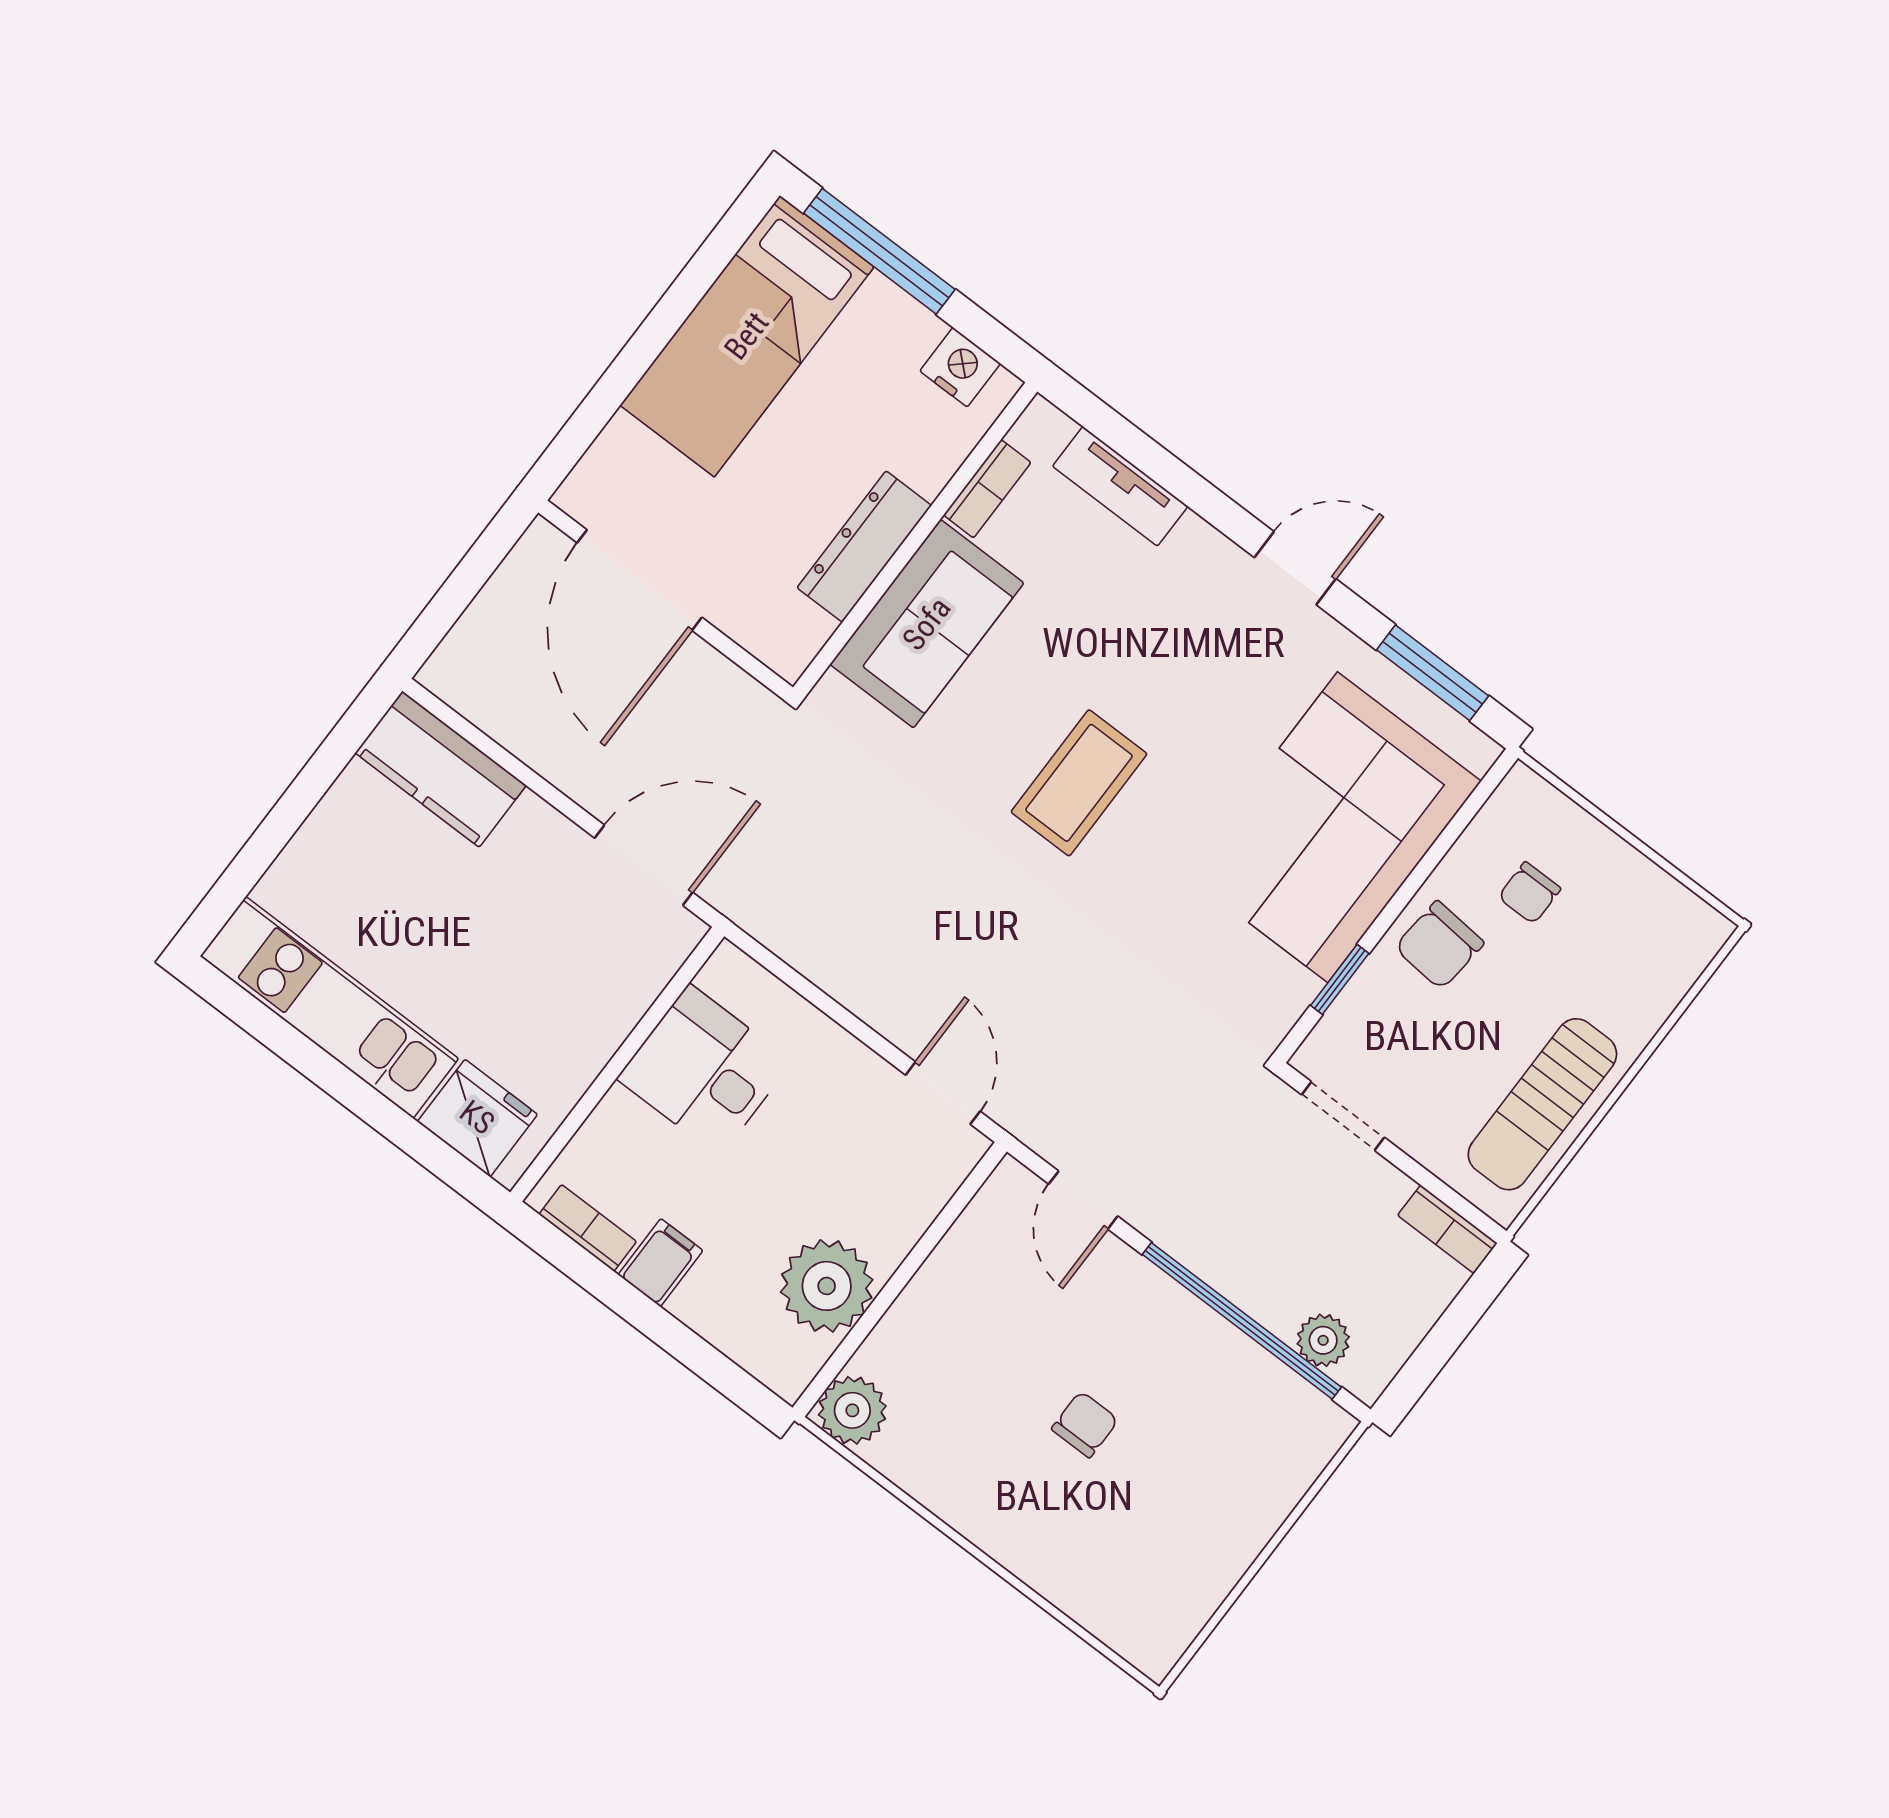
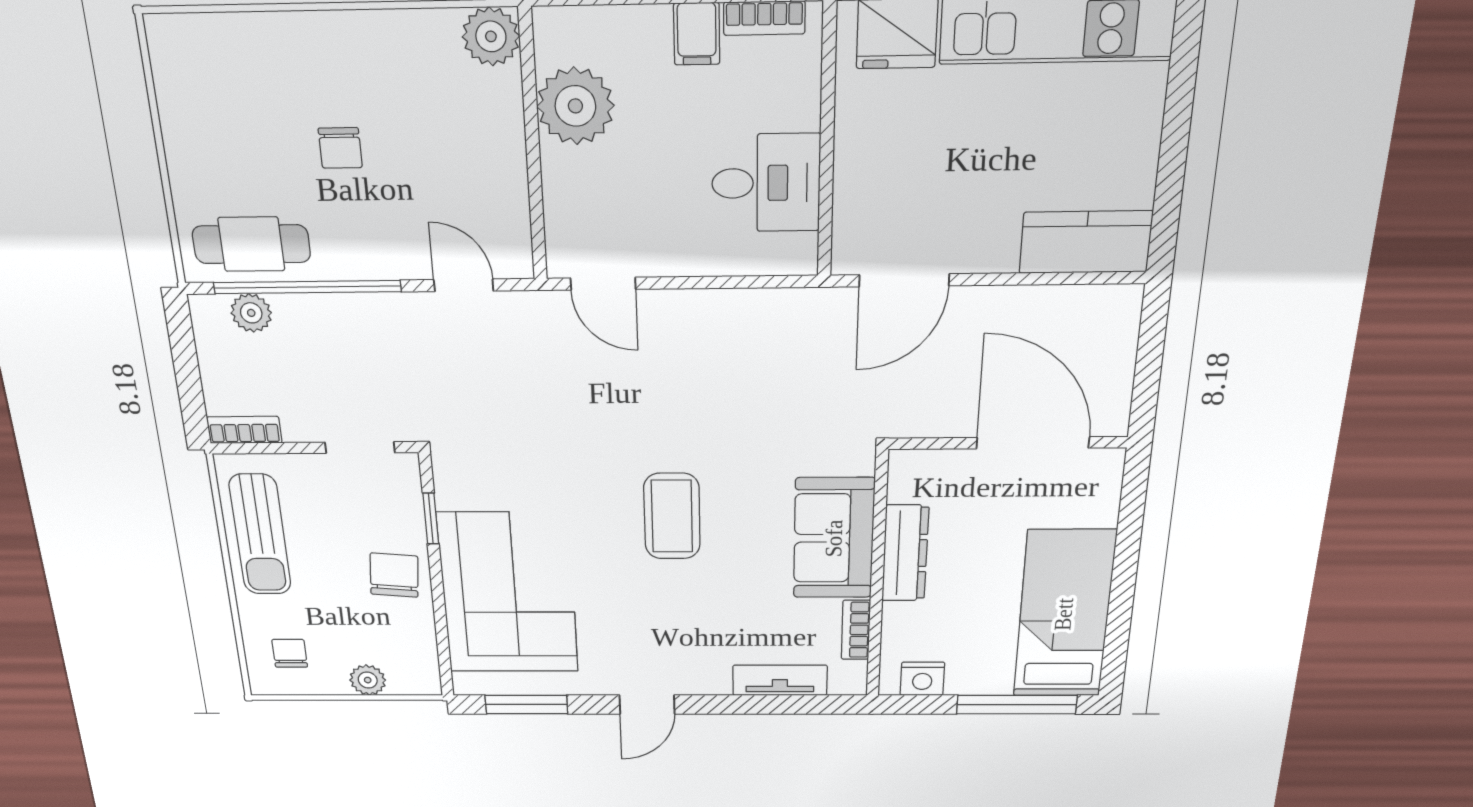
plant: (1586, 842) -> (368, 680), added
chair: (1529, 893) -> (290, 653), moved
sun lounger: (1542, 1104) -> (260, 535), turned 180
cafe table: (1258, 1405) -> (251, 244), added

